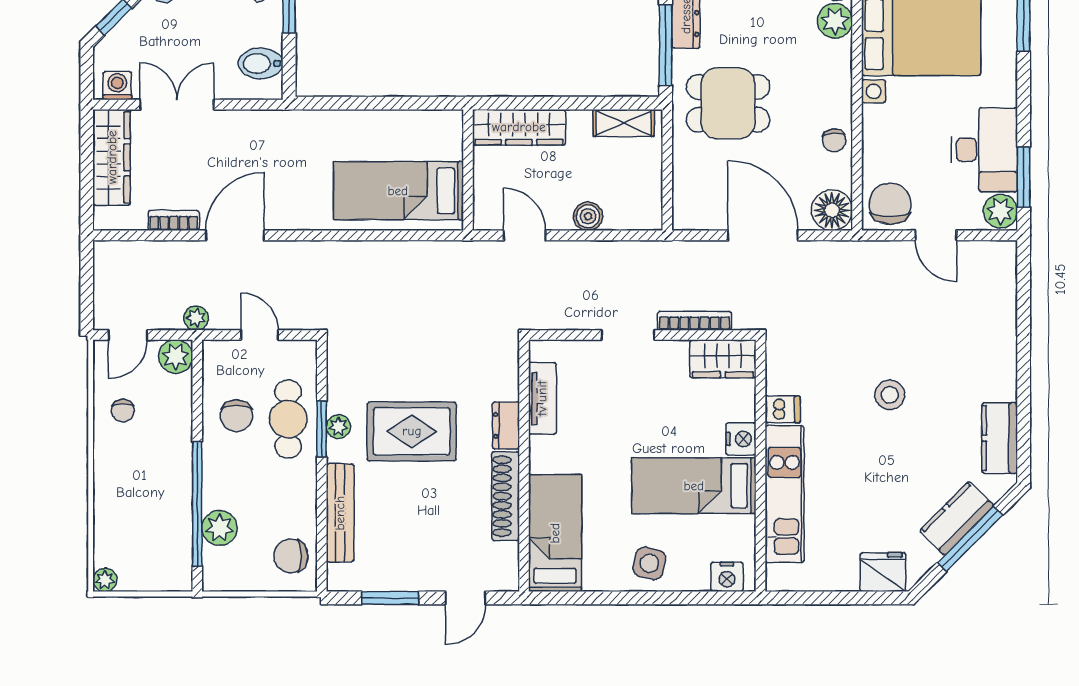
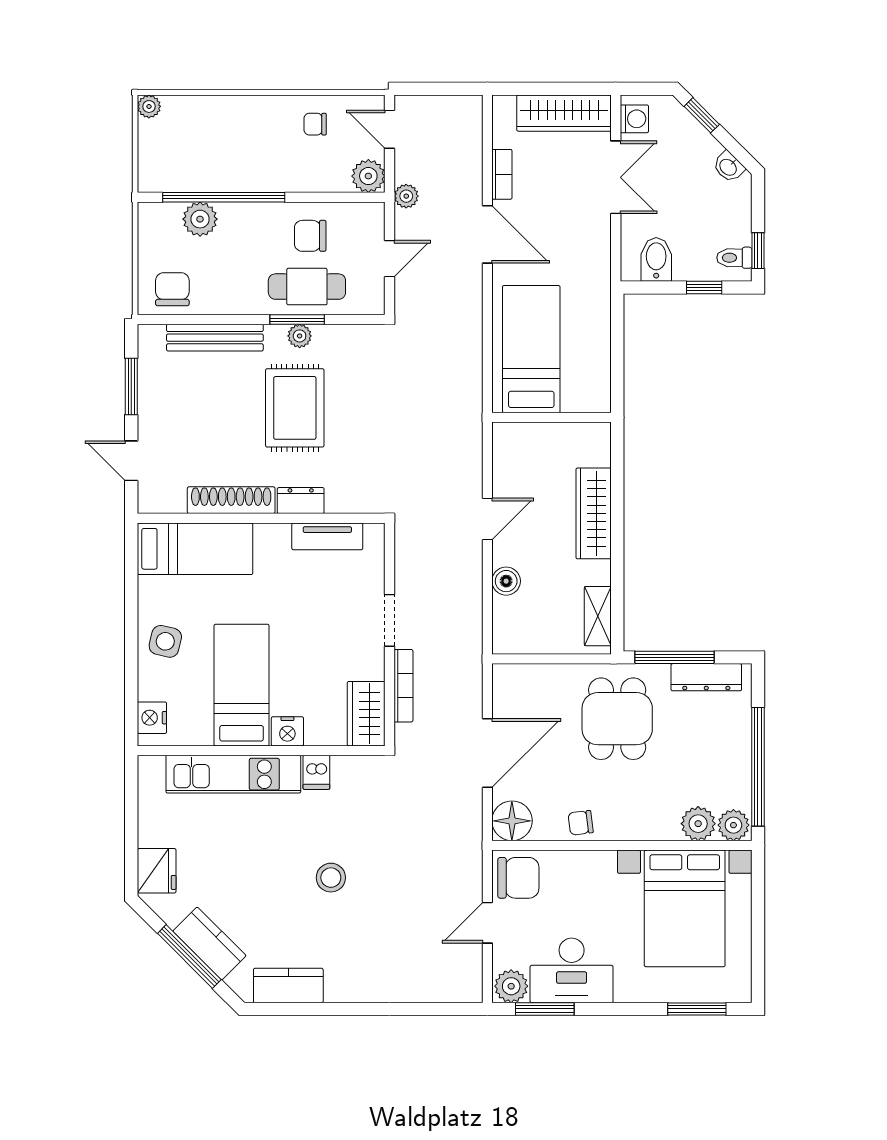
wall: (468, 170) -> (552, 417), moved
bed: (398, 191) -> (531, 349), moved

